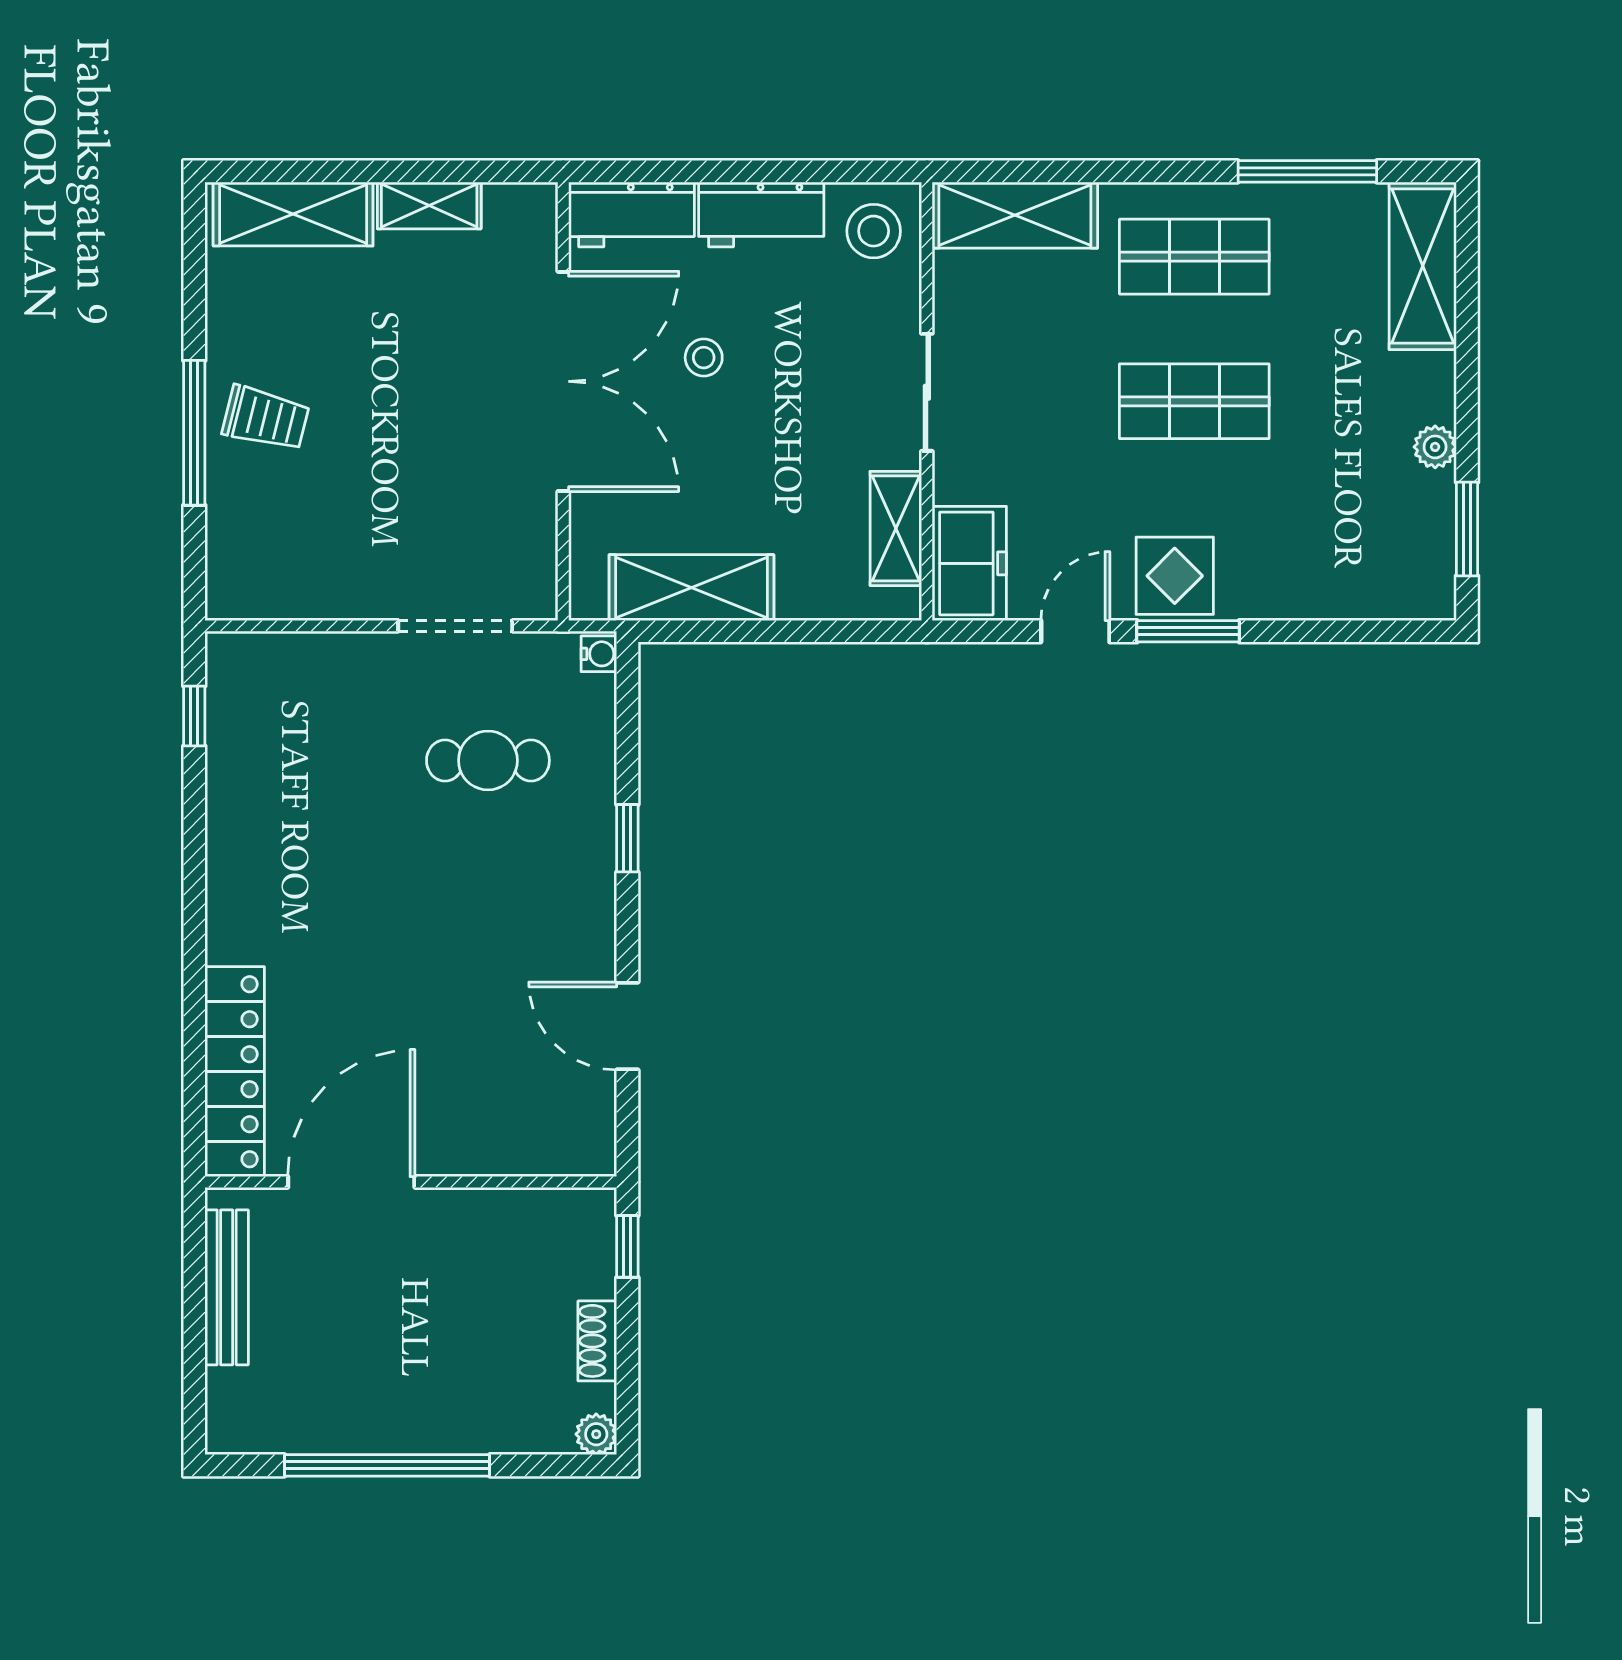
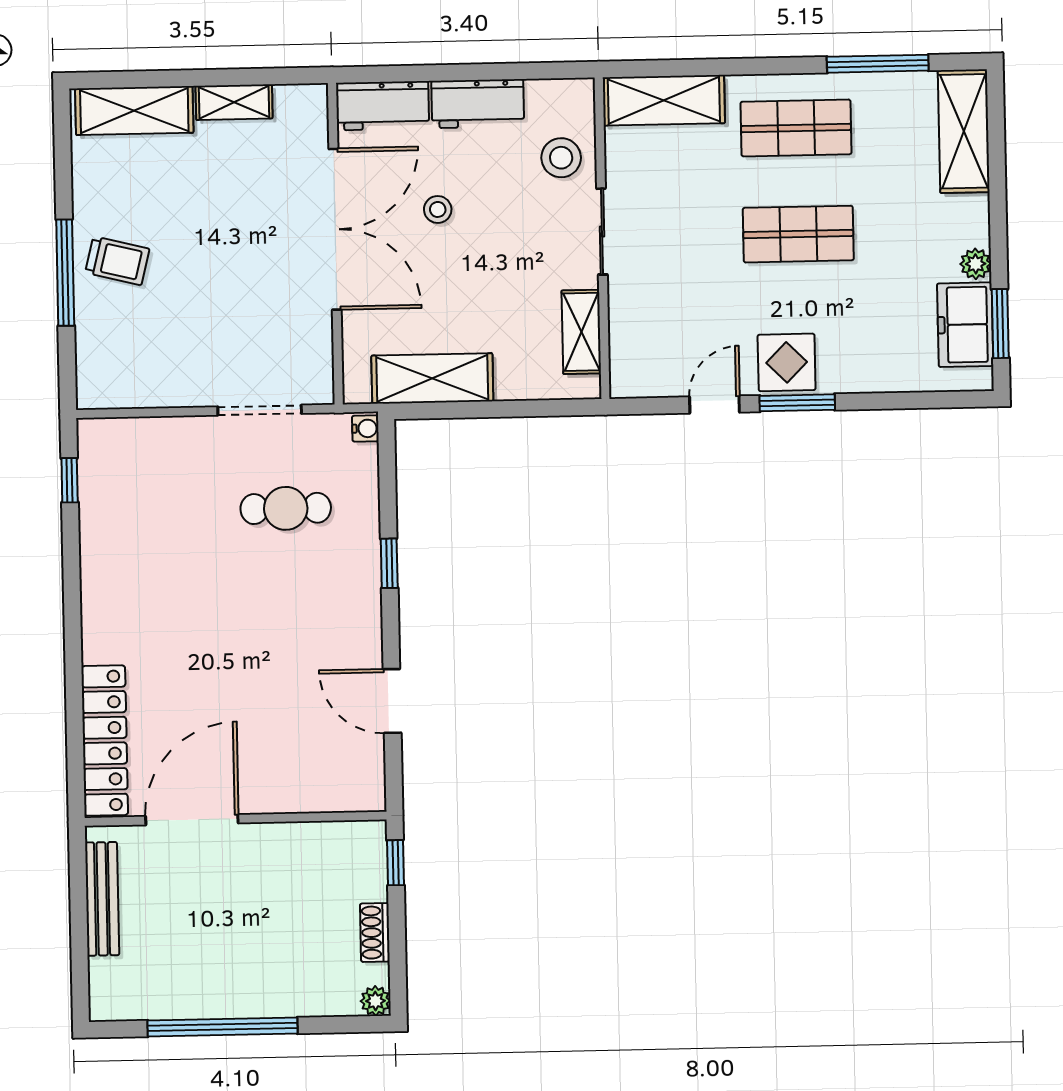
stool: (874, 231) -> (561, 158), moved
freezer: (969, 563) -> (965, 325), moved, turned 180

